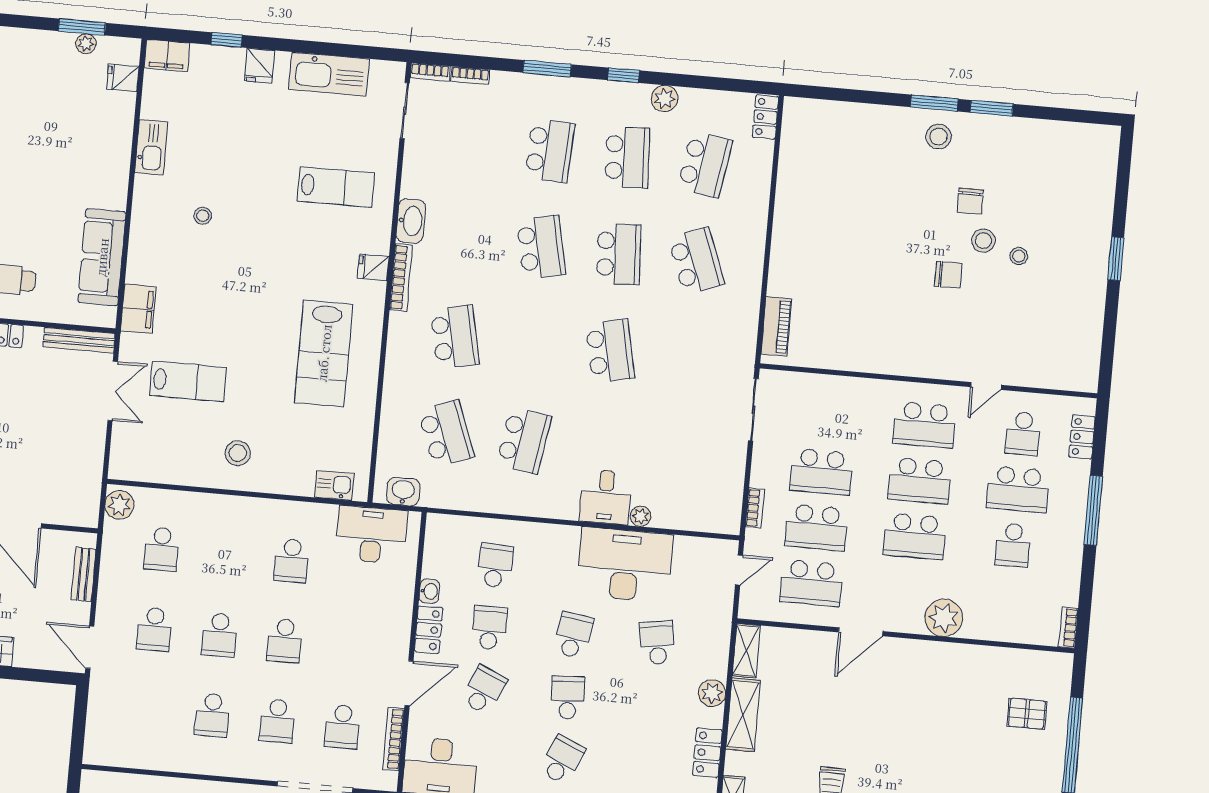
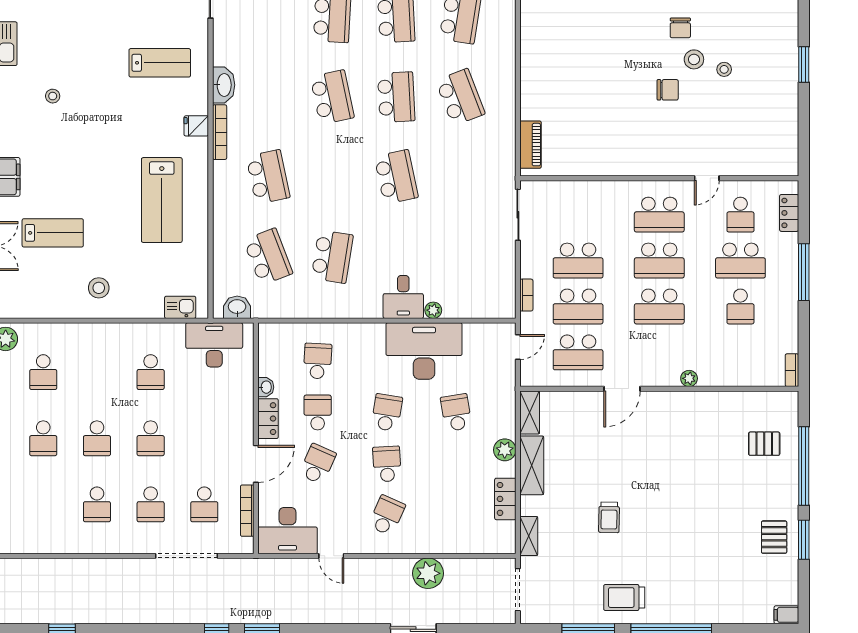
plant: (944, 618) -> (689, 378), width x0.53, depth x0.53

